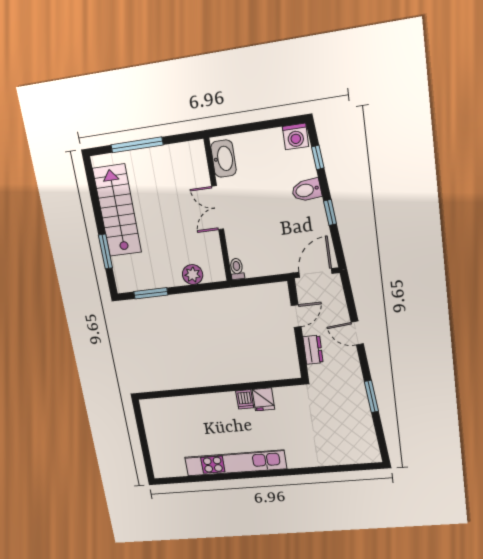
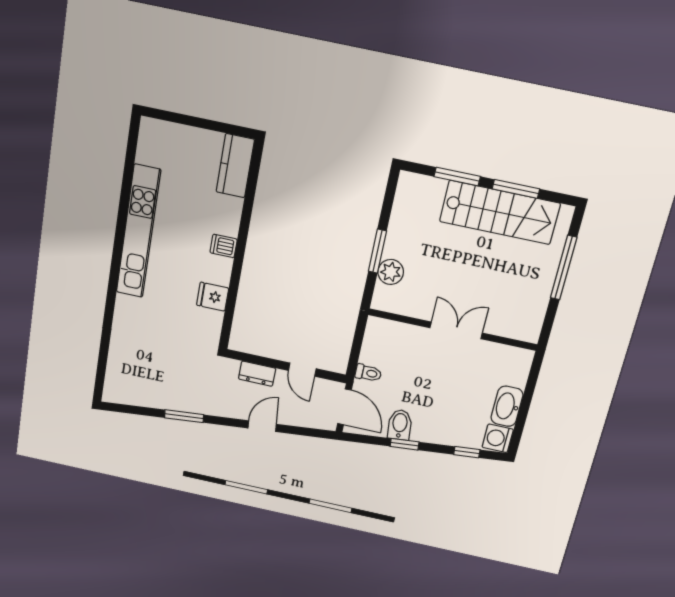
washbasin: (224, 159) -> (507, 406), moved, turned 90
bidet: (307, 190) -> (400, 425), moved
window: (96, 206) -> (516, 189), added
toilet: (237, 269) -> (368, 373), moved
window: (151, 293) -> (377, 251), moved
dishwasher: (245, 399) -> (224, 246), moved
kitchen counter: (162, 408) -> (235, 166), added

